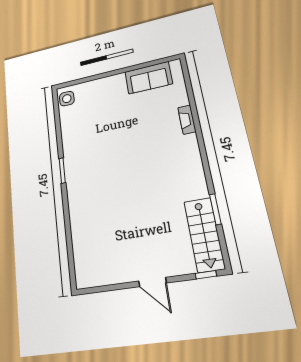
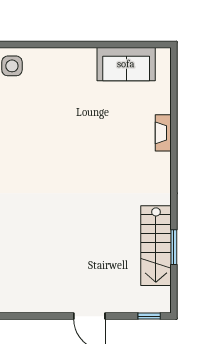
stairs: (204, 235) -> (156, 246), moved

